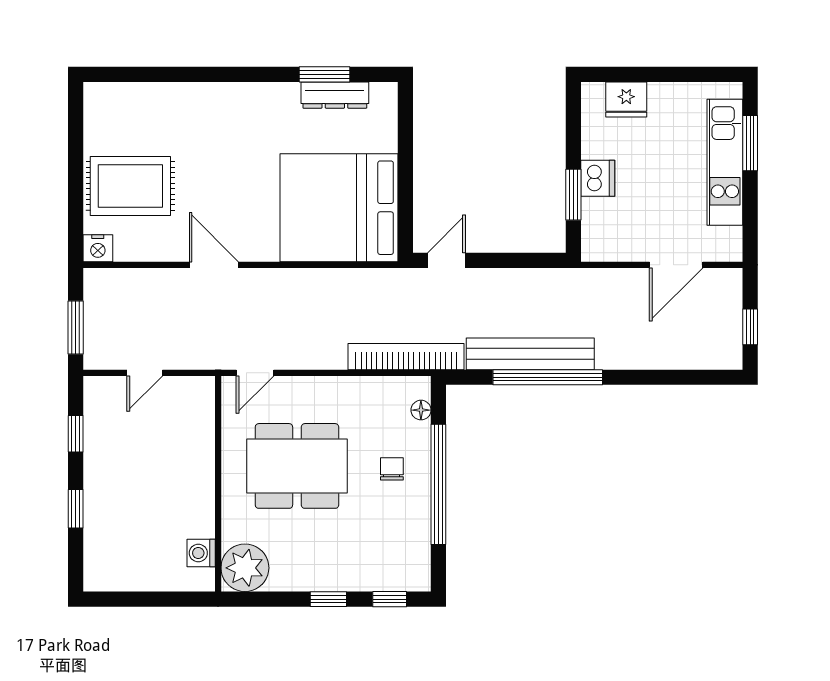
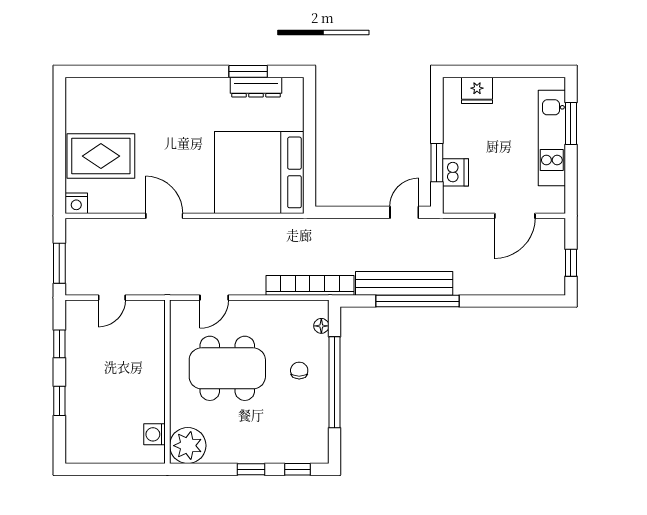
dishwasher: (598, 178) -> (455, 172), moved
door: (446, 260) -> (404, 212), moved
door: (255, 373) -> (214, 298), moved

